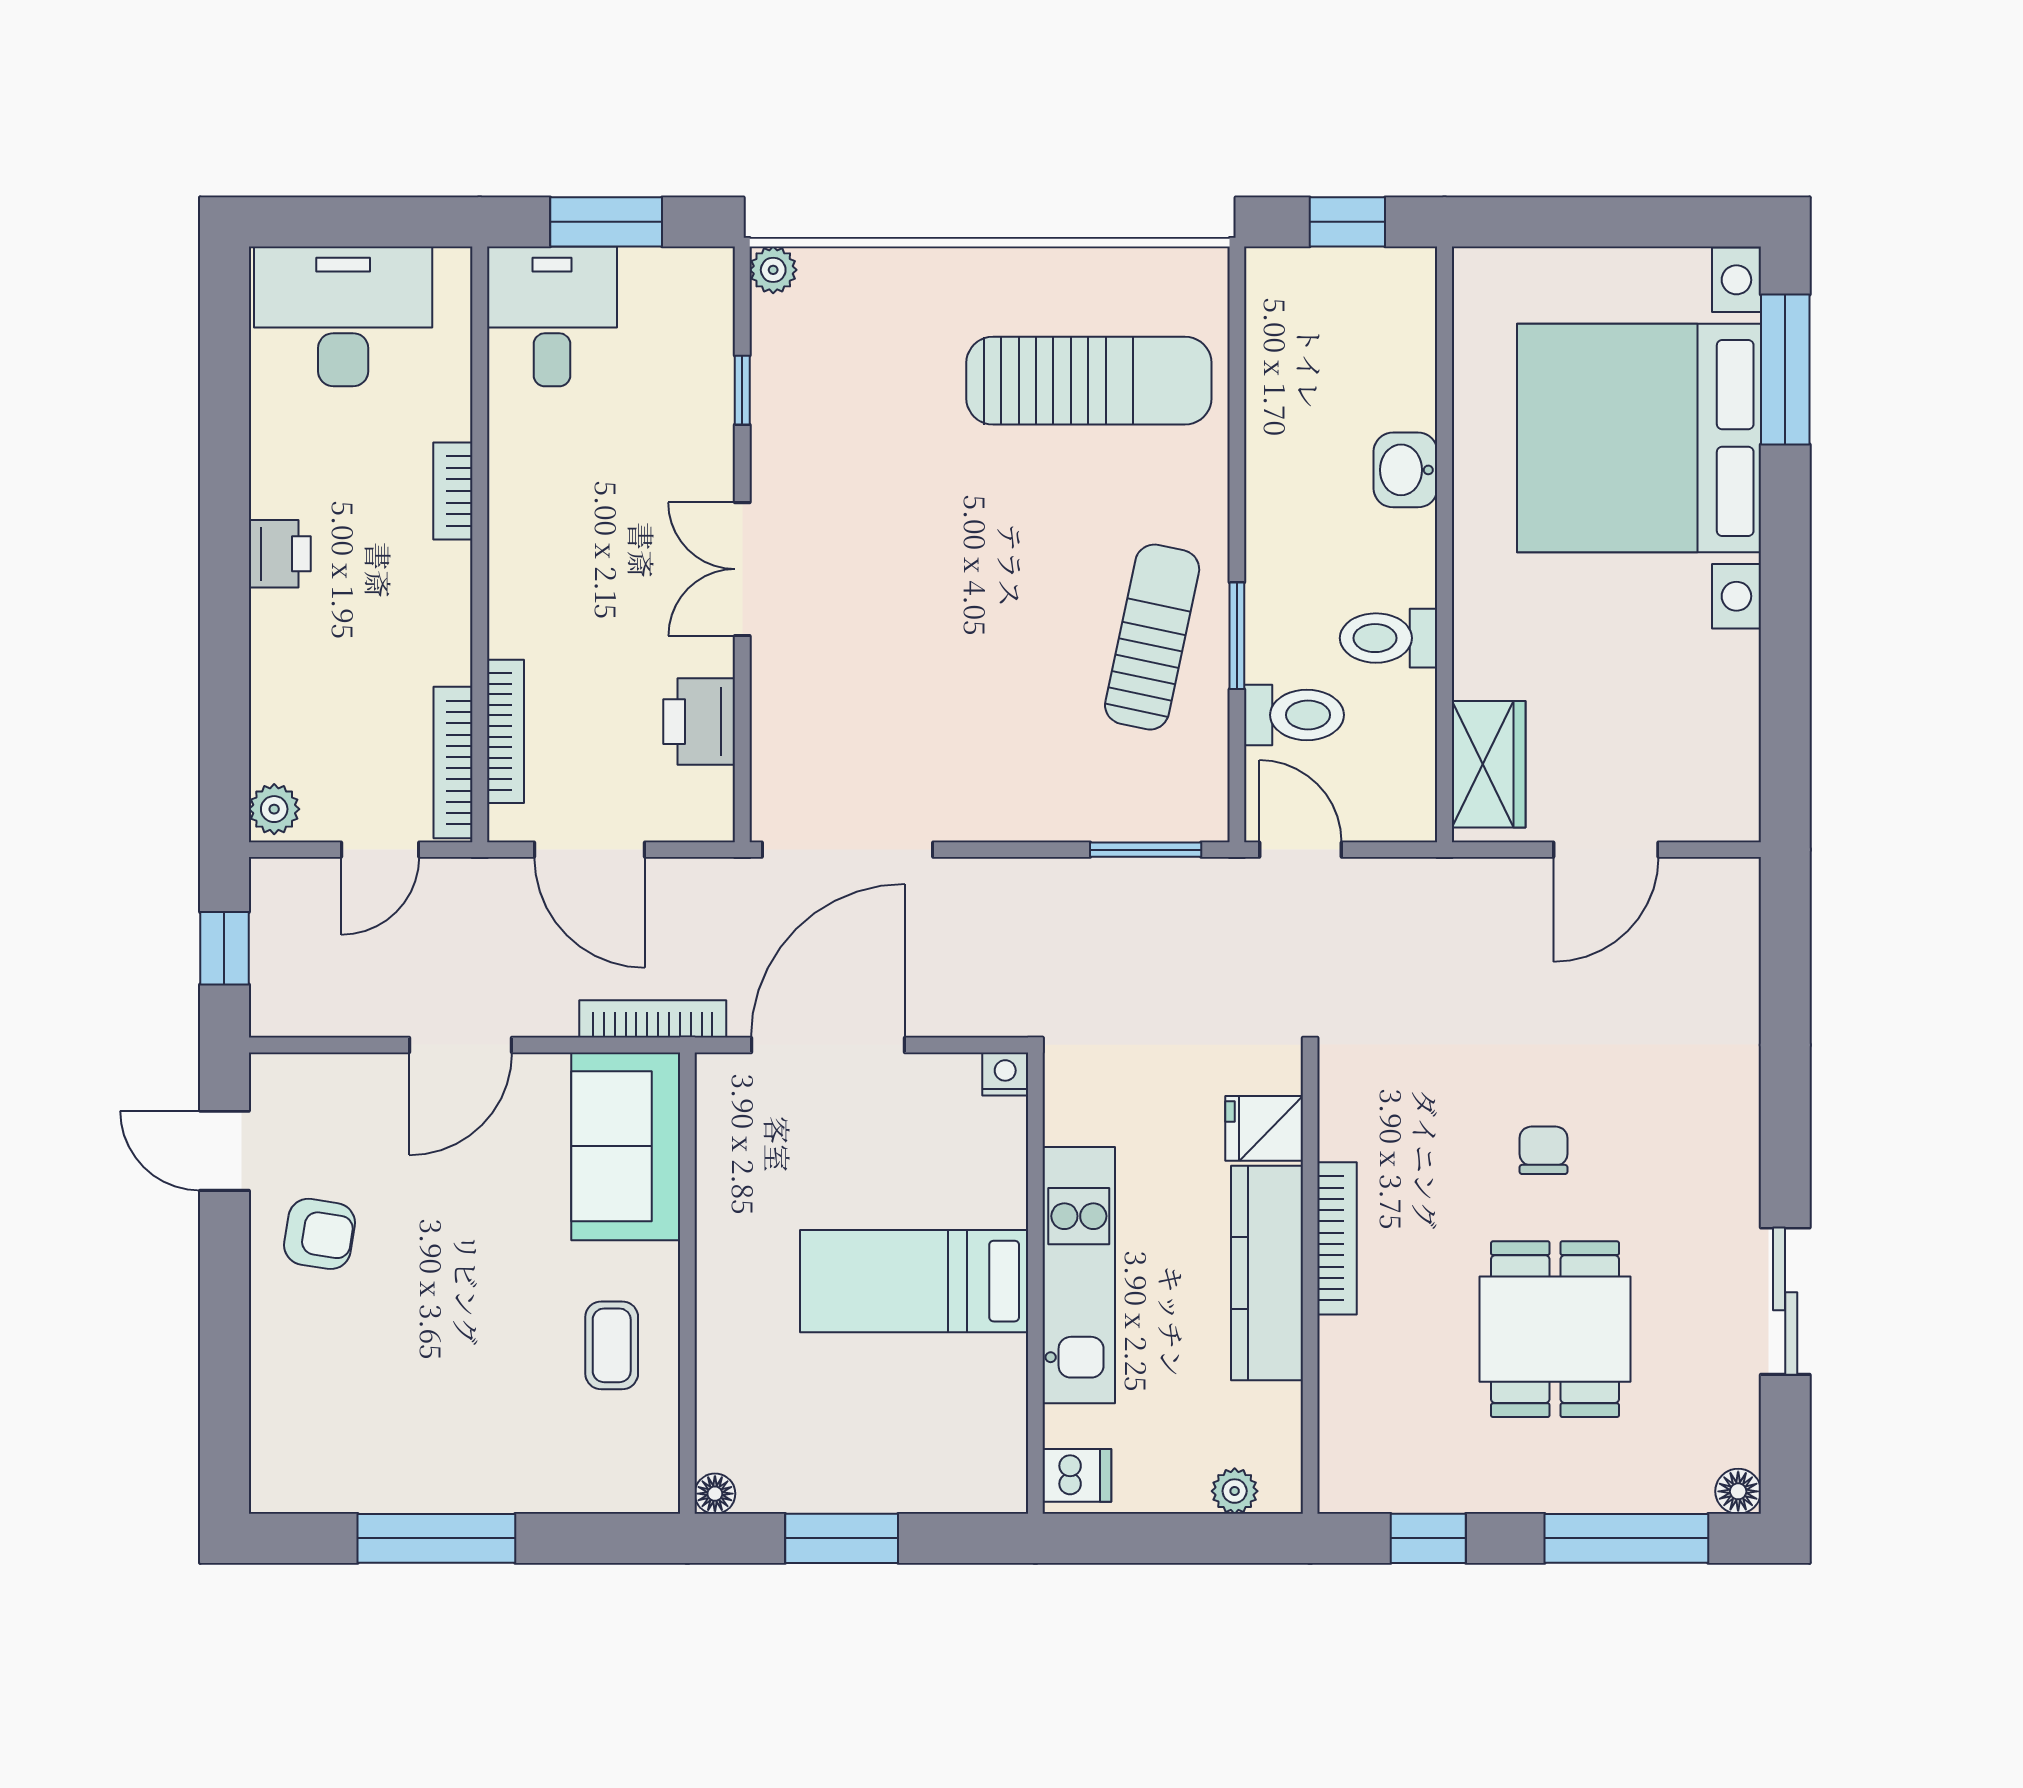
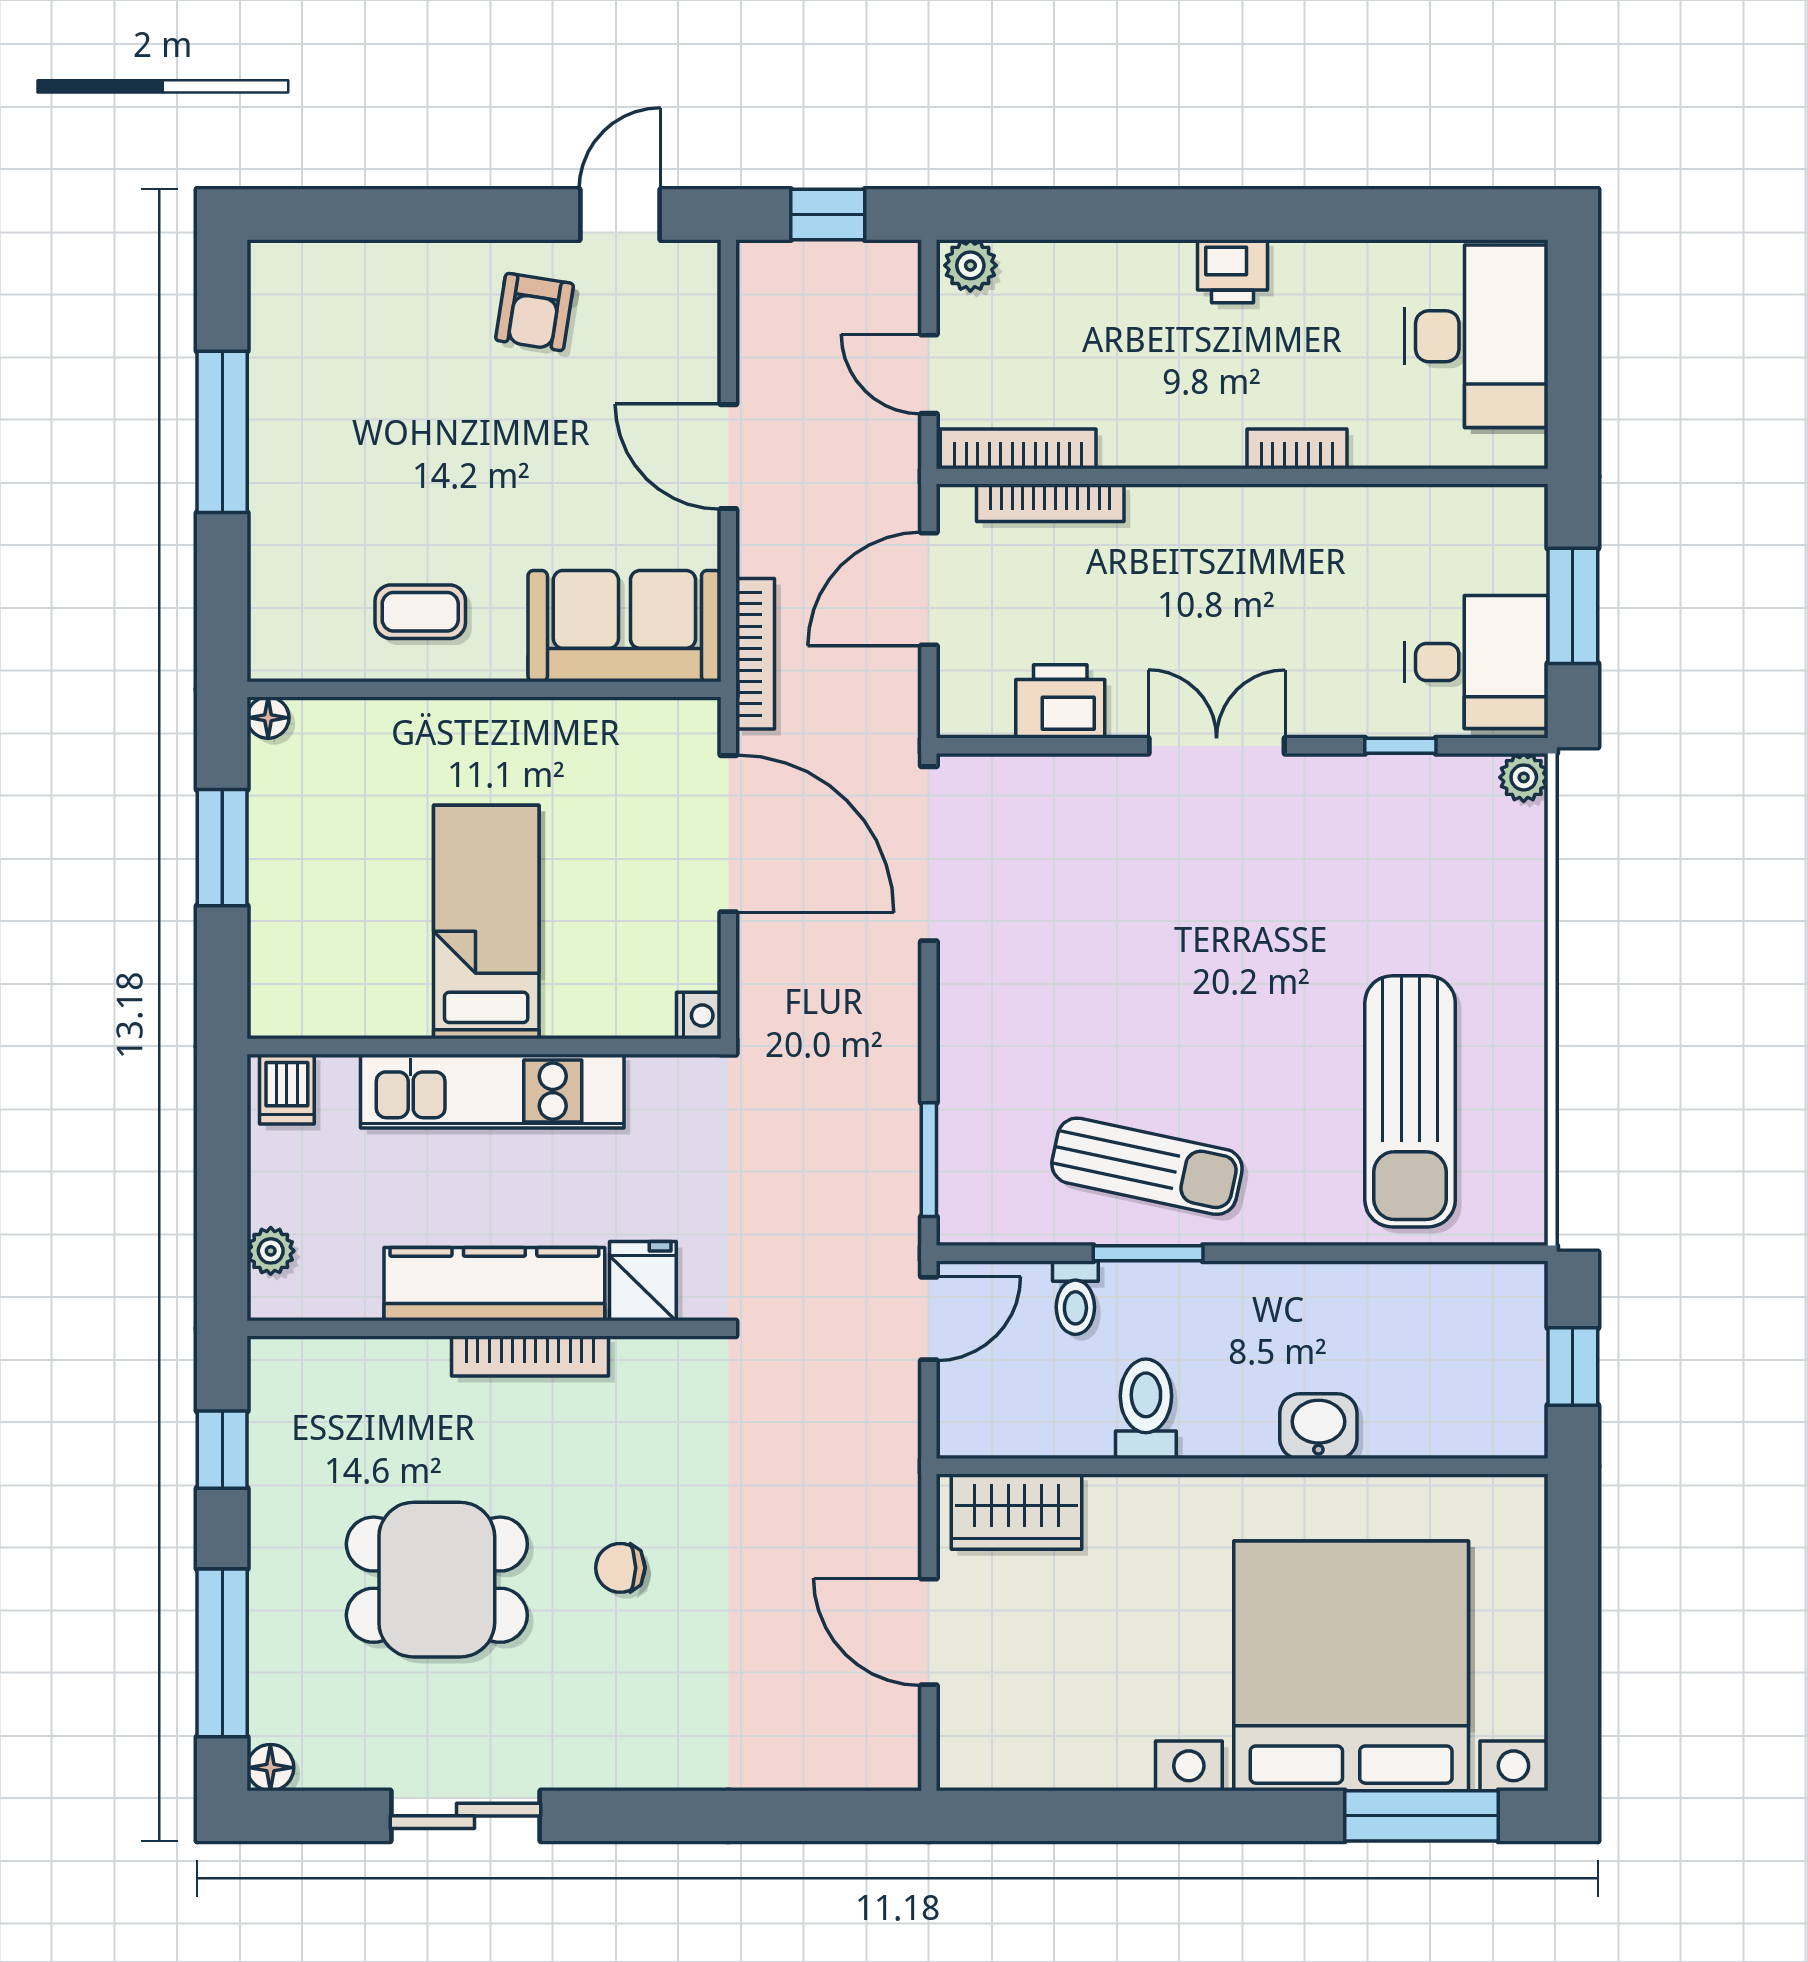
desk: (552, 316) -> (1476, 662), moved
toilet: (1294, 715) -> (1075, 1298), width x0.73, depth x0.72
chair: (1544, 1150) -> (620, 1568), turned 180

